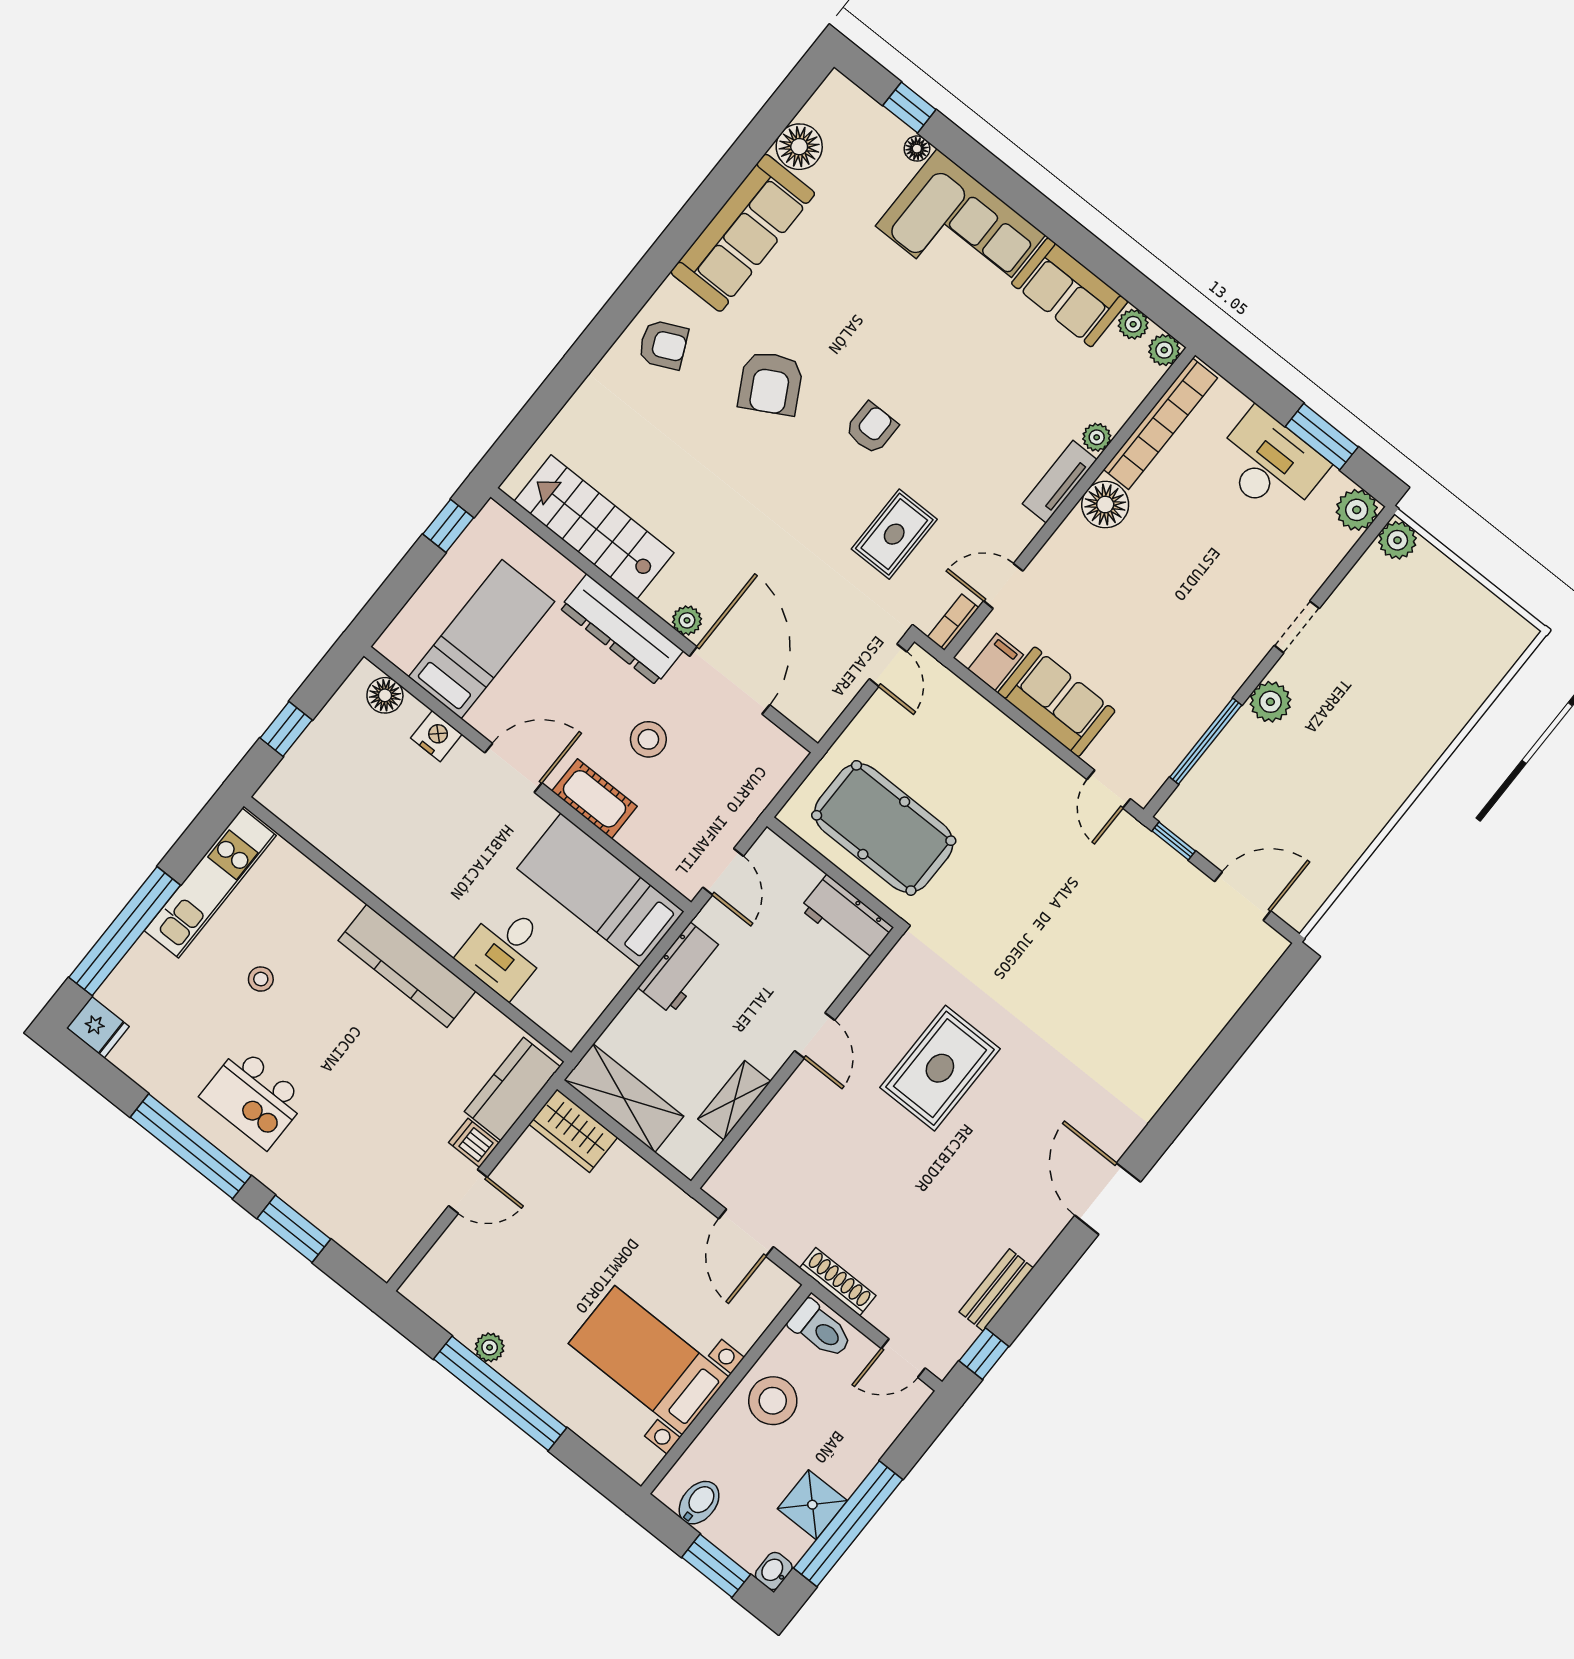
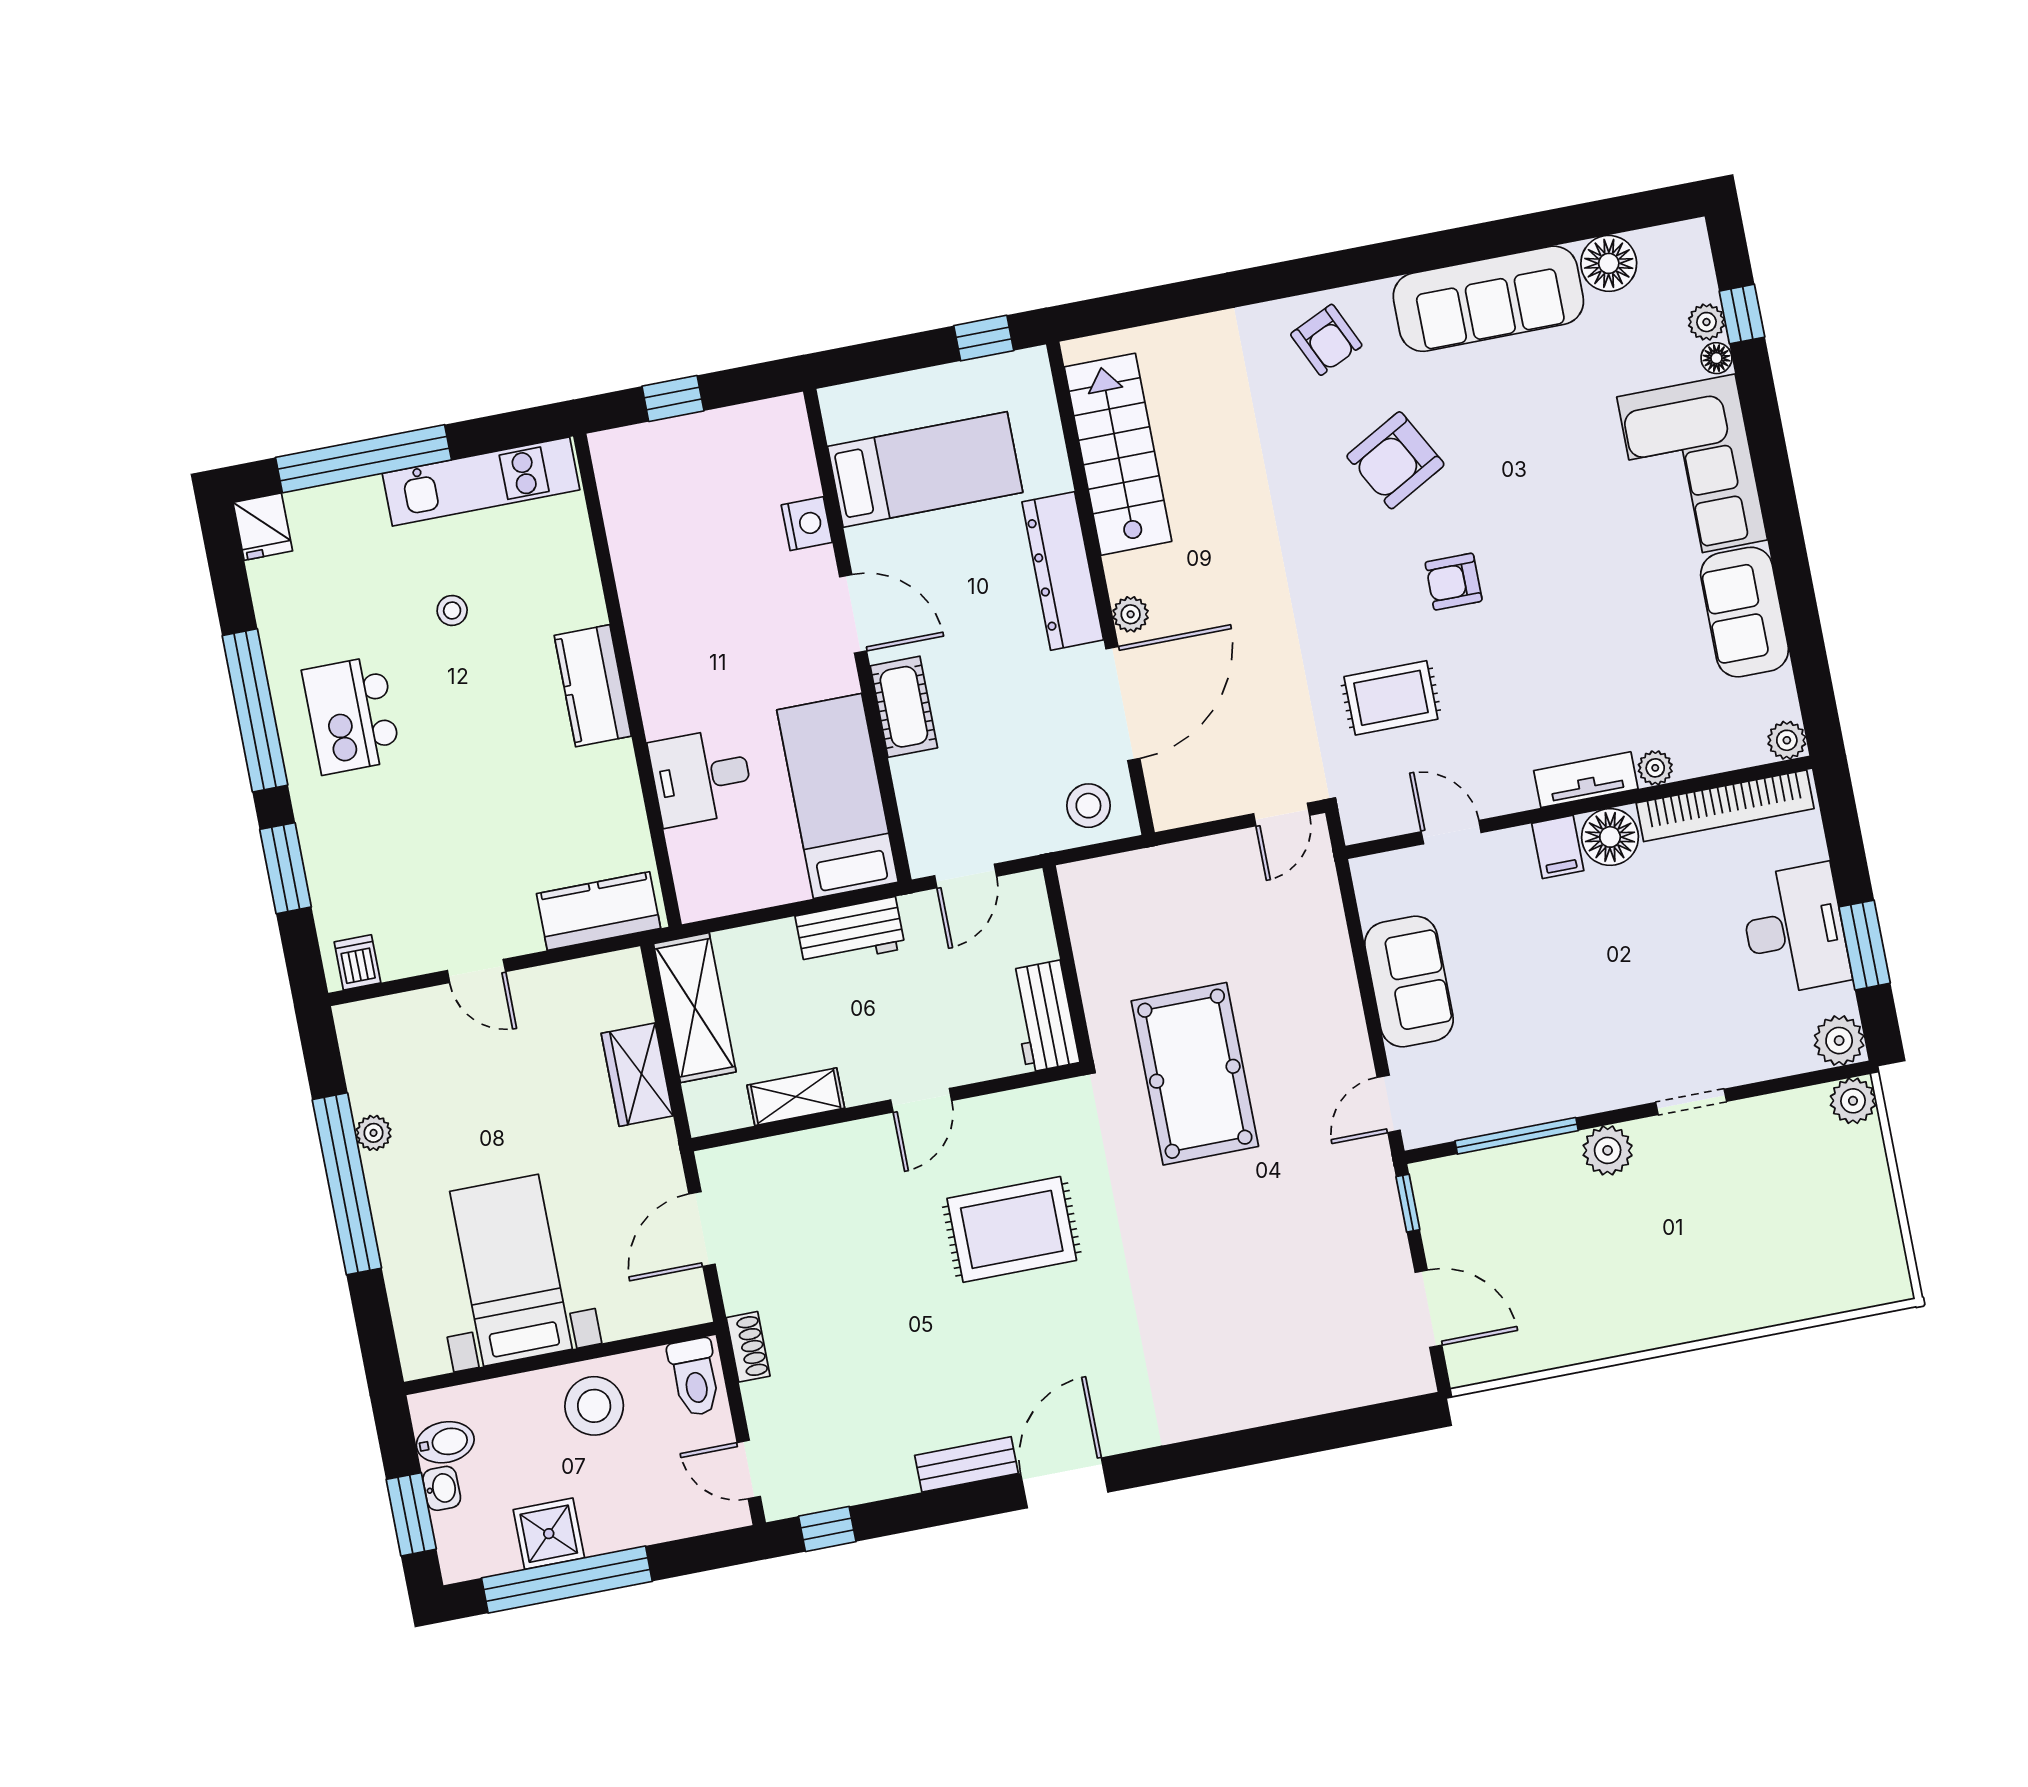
plant: (1133, 324) -> (1706, 322), moved
armchair: (872, 428) -> (1454, 582), turned 180
bookcase: (953, 622) -> (1376, 826), removed
filing cabinet: (996, 662) -> (1558, 847), moved, turned 90
floor lamp: (385, 695) -> (791, 445), removed
stool: (648, 739) -> (1088, 806), moved
pool table: (884, 828) -> (1195, 1074), moved
kitchen counter: (407, 966) -> (593, 686), width x0.67
wardrobe: (573, 1131) -> (637, 1075), moved
dishwasher: (474, 1143) -> (357, 962), moved
shoe rack: (838, 1282) -> (748, 1347), width x0.70
bench: (996, 1290) -> (966, 1464), moved
washbasin: (774, 1571) -> (442, 1488), moved, turned 90

